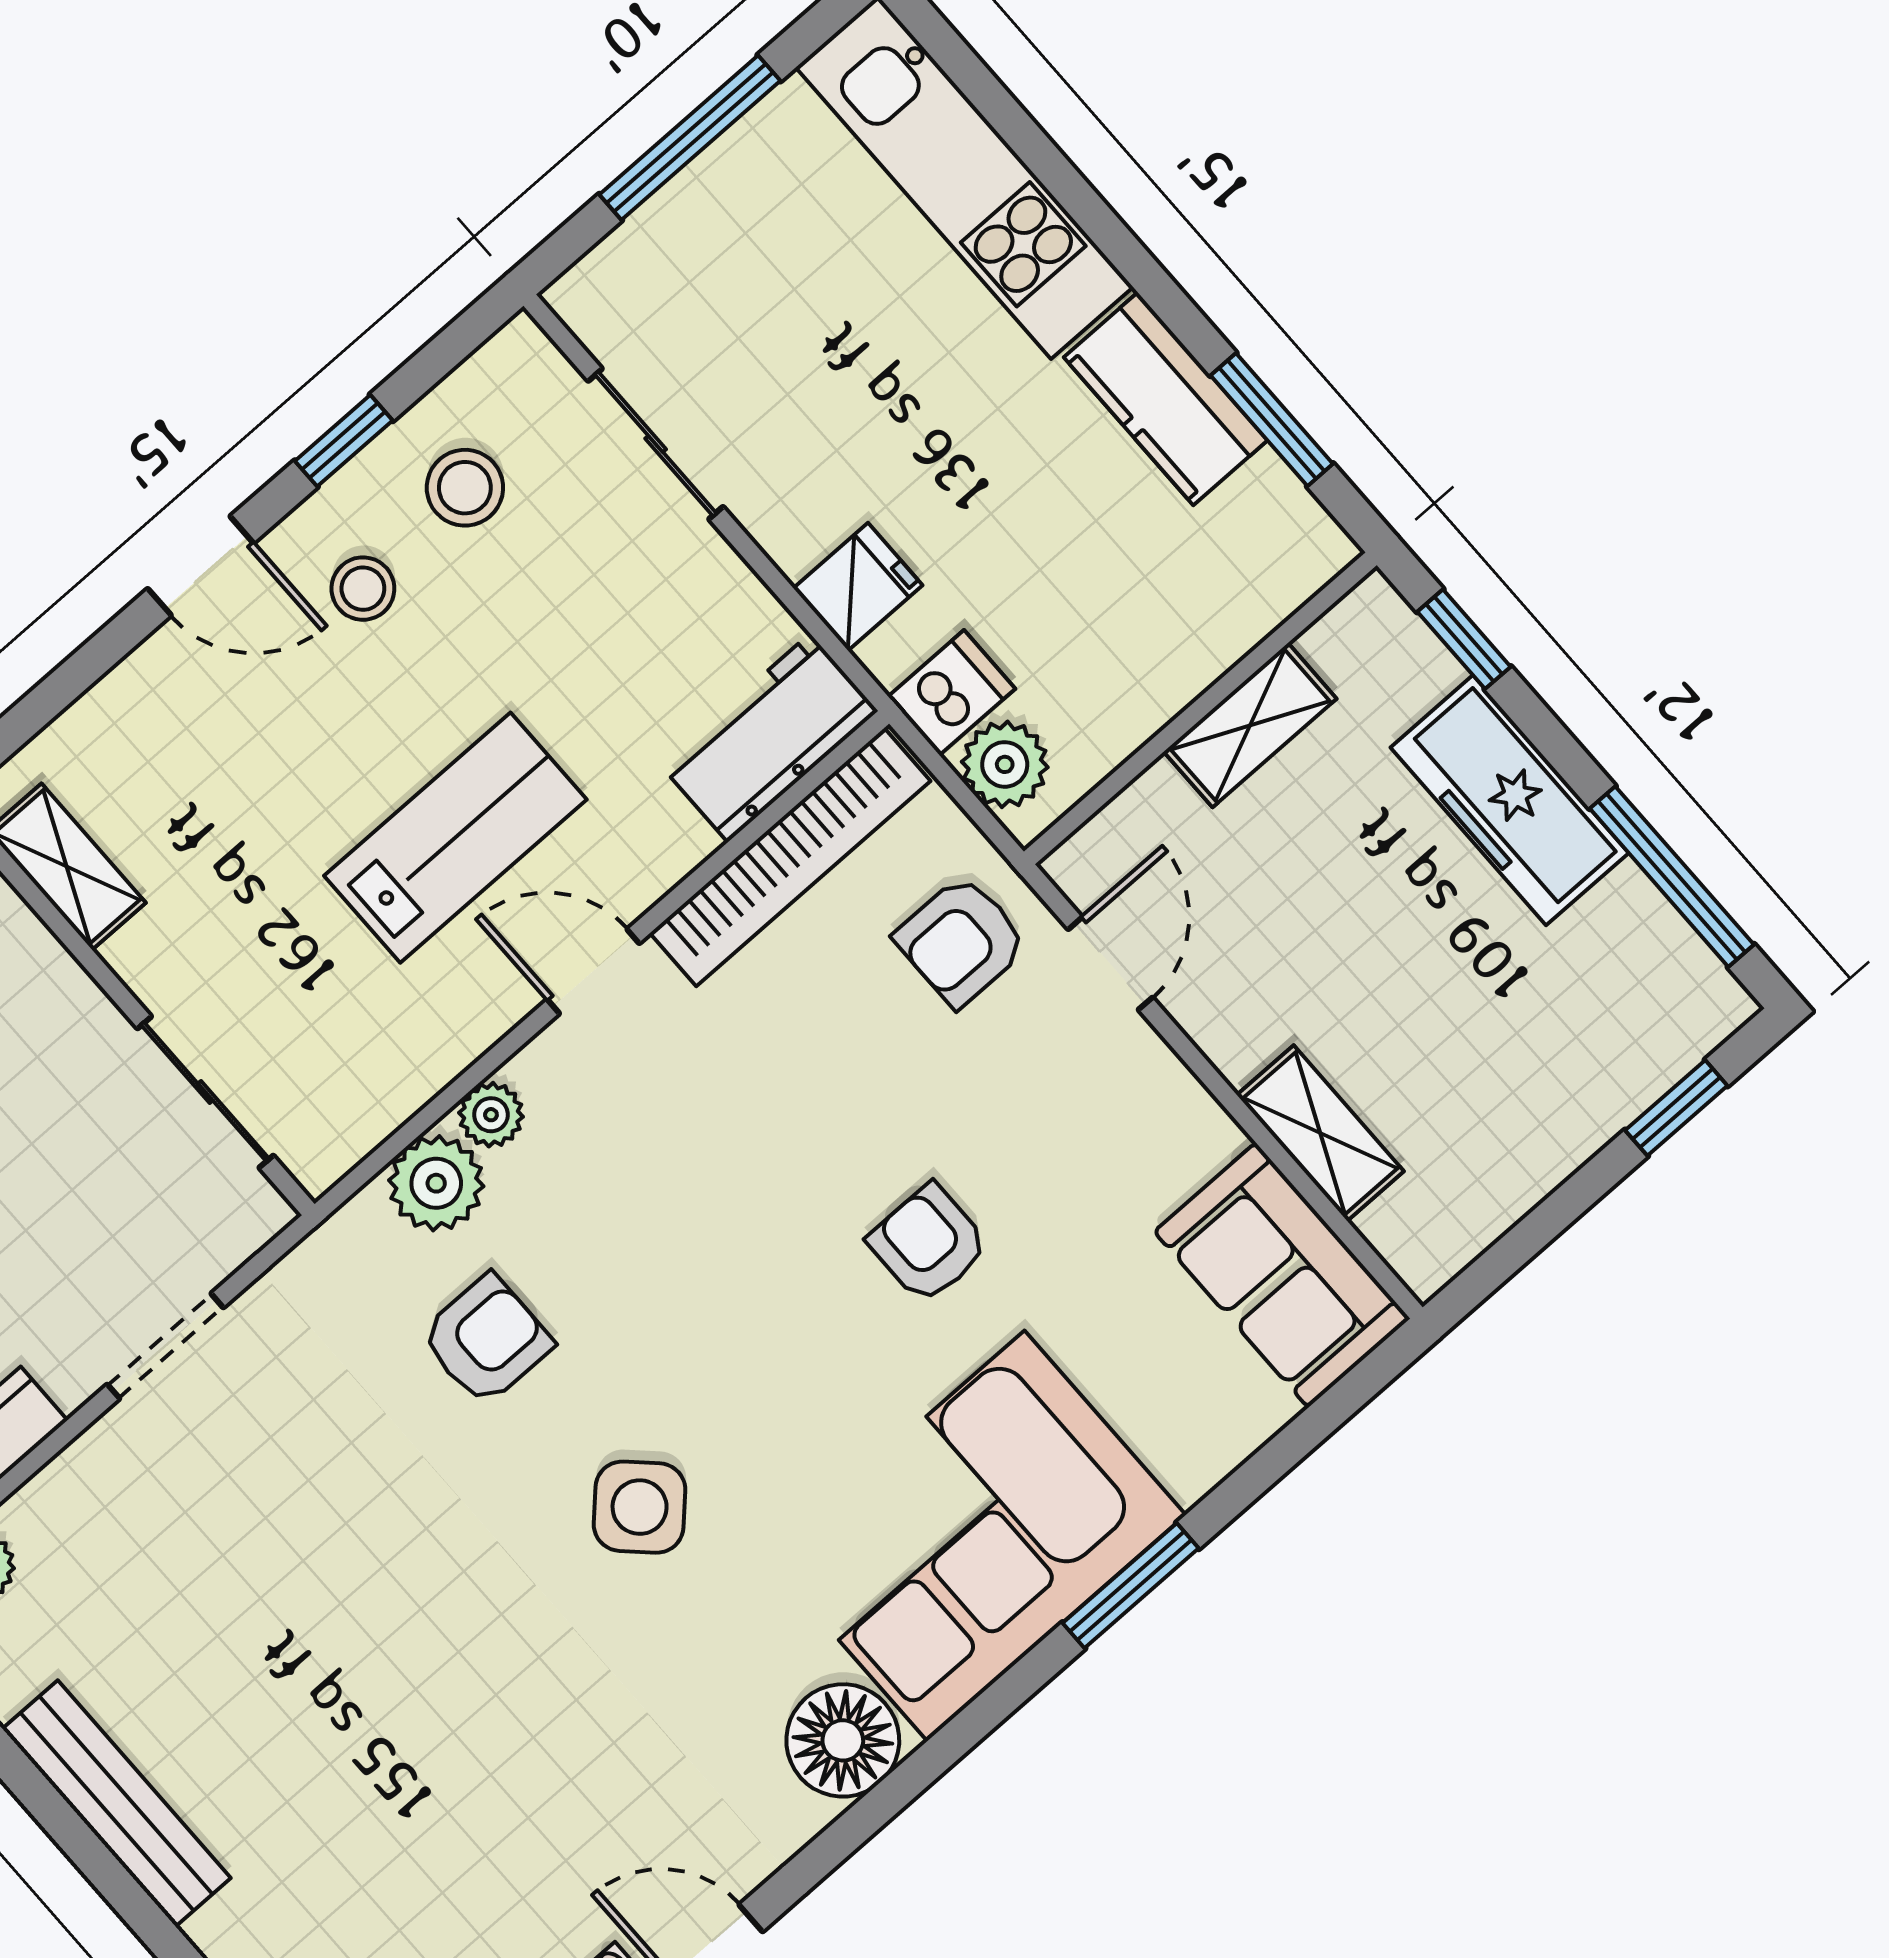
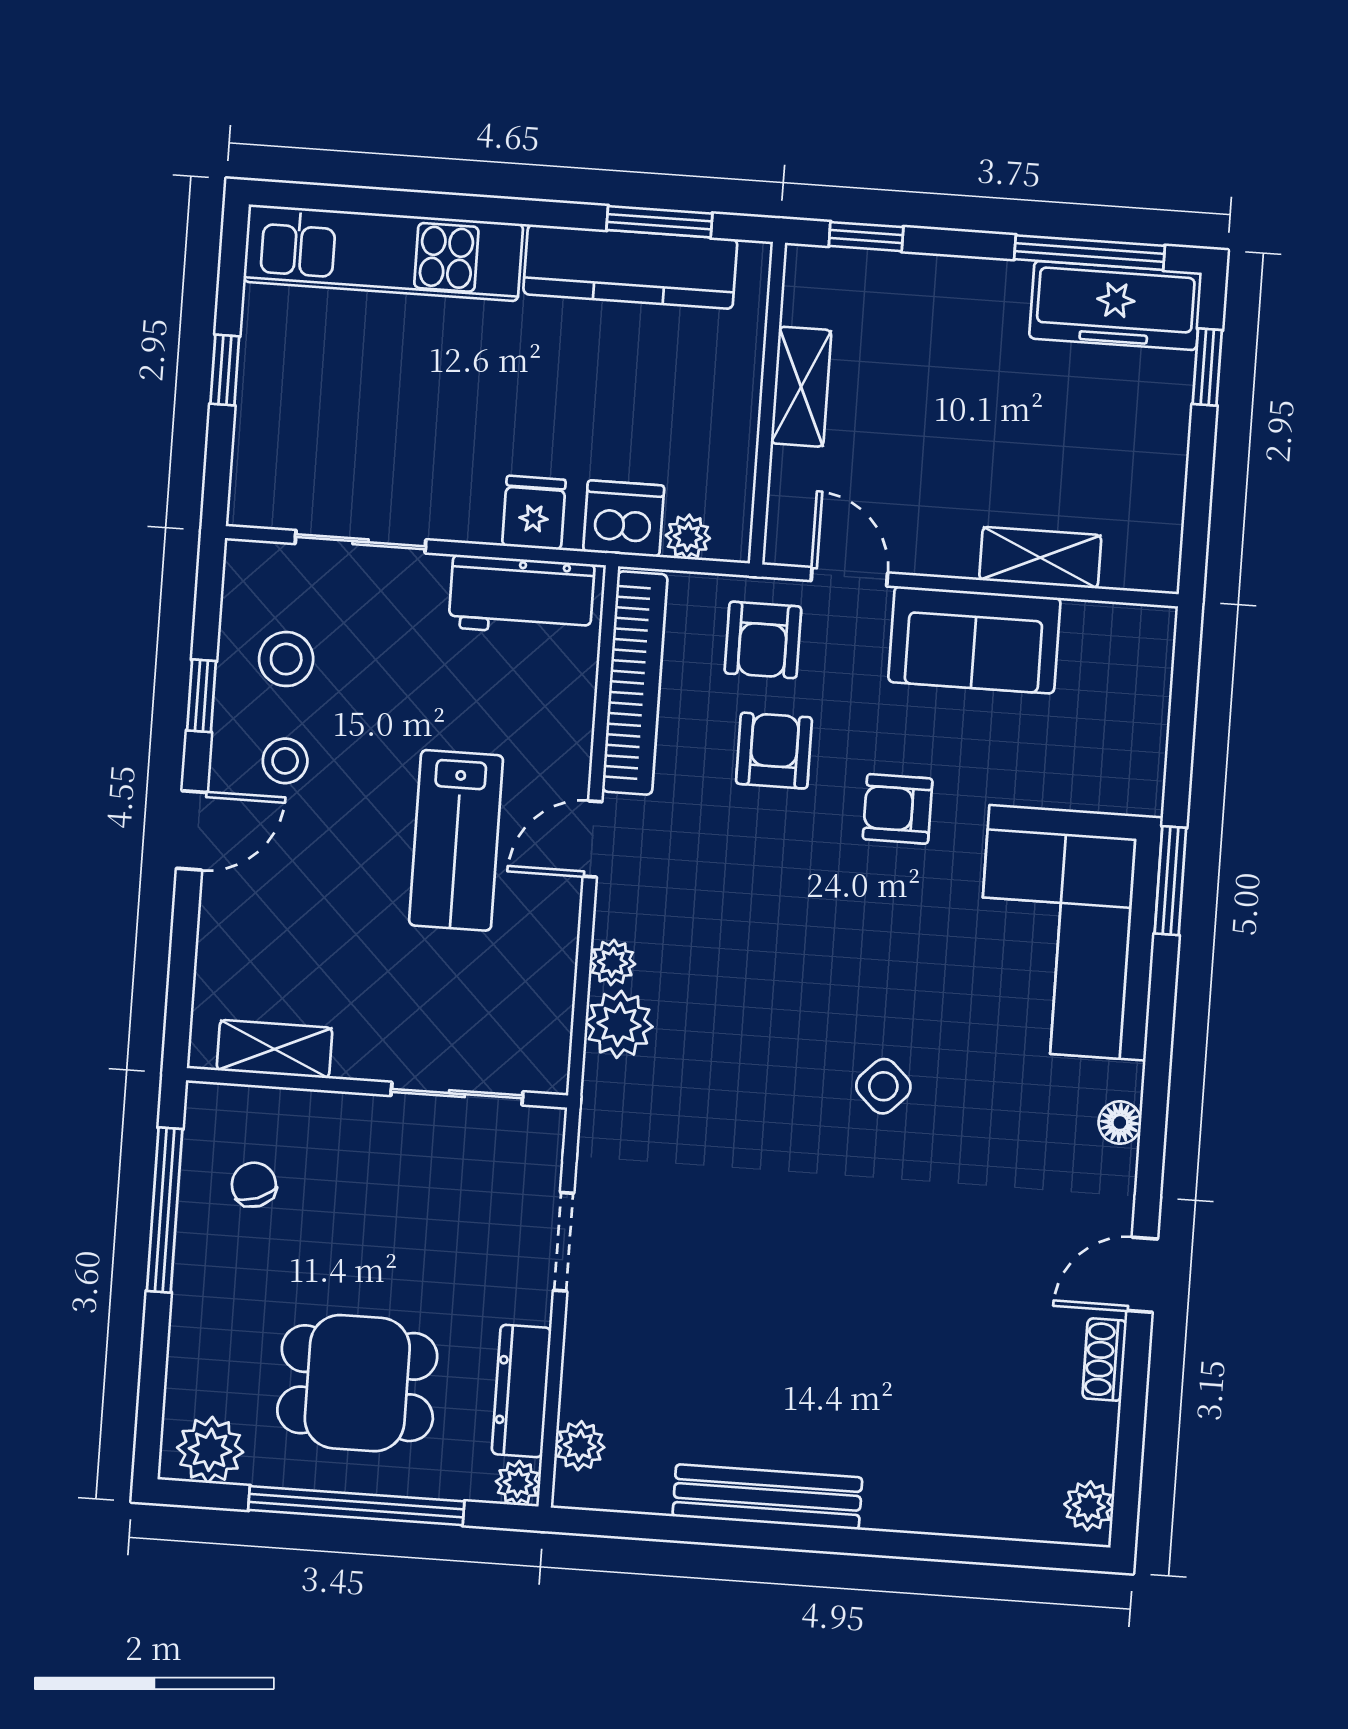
window: (690, 138) -> (225, 370), width x0.46
kitchen counter: (1166, 399) -> (630, 267), width x1.50
dishwasher: (952, 693) -> (624, 519), width x1.38
workbench: (769, 738) -> (522, 596), moved, turned -90
plant: (1005, 764) -> (688, 537), width x0.73, depth x0.73
freezer: (1510, 800) -> (1115, 305), moved
lab bench: (455, 838) -> (456, 840), turned 180
sofa: (1282, 1275) -> (974, 640), moved
armchair: (486, 1340) -> (774, 751), moved
side table: (640, 1507) -> (883, 1086), width x0.73, depth x0.73
floor lamp: (843, 1740) -> (1120, 1123), width x0.53, depth x0.53

